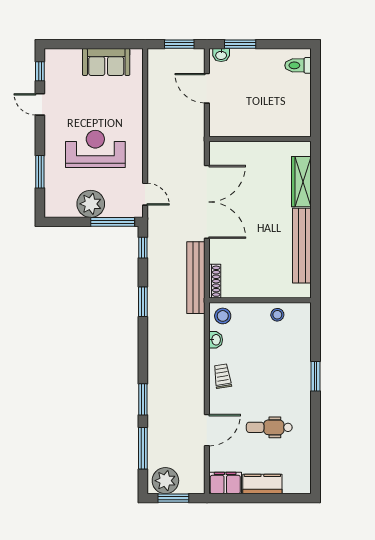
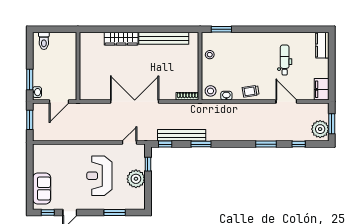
sofa: (106, 62) -> (42, 189), moved
wall: (260, 139) -> (78, 66), moved
window: (113, 222) -> (148, 164), width x0.46
bench: (196, 278) -> (182, 135), moved
window: (316, 376) -> (221, 29), moved
dental chair: (269, 427) -> (285, 60), turned 180
window: (143, 448) -> (299, 144), width x0.46
kitchen counter: (262, 484) -> (322, 45), moved

